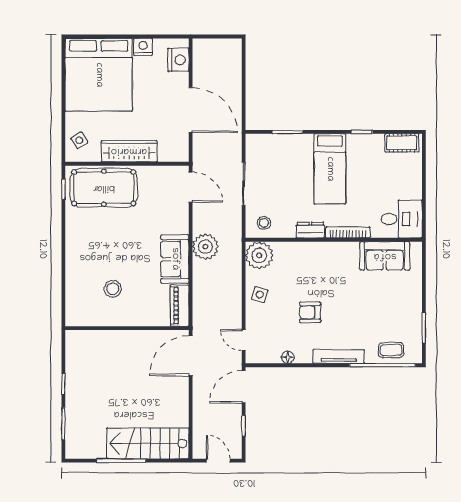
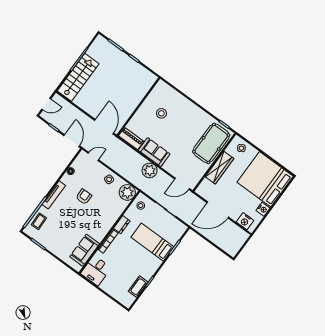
cot: (402, 143) -> (138, 287), moved
bed: (330, 169) -> (152, 242), moved

